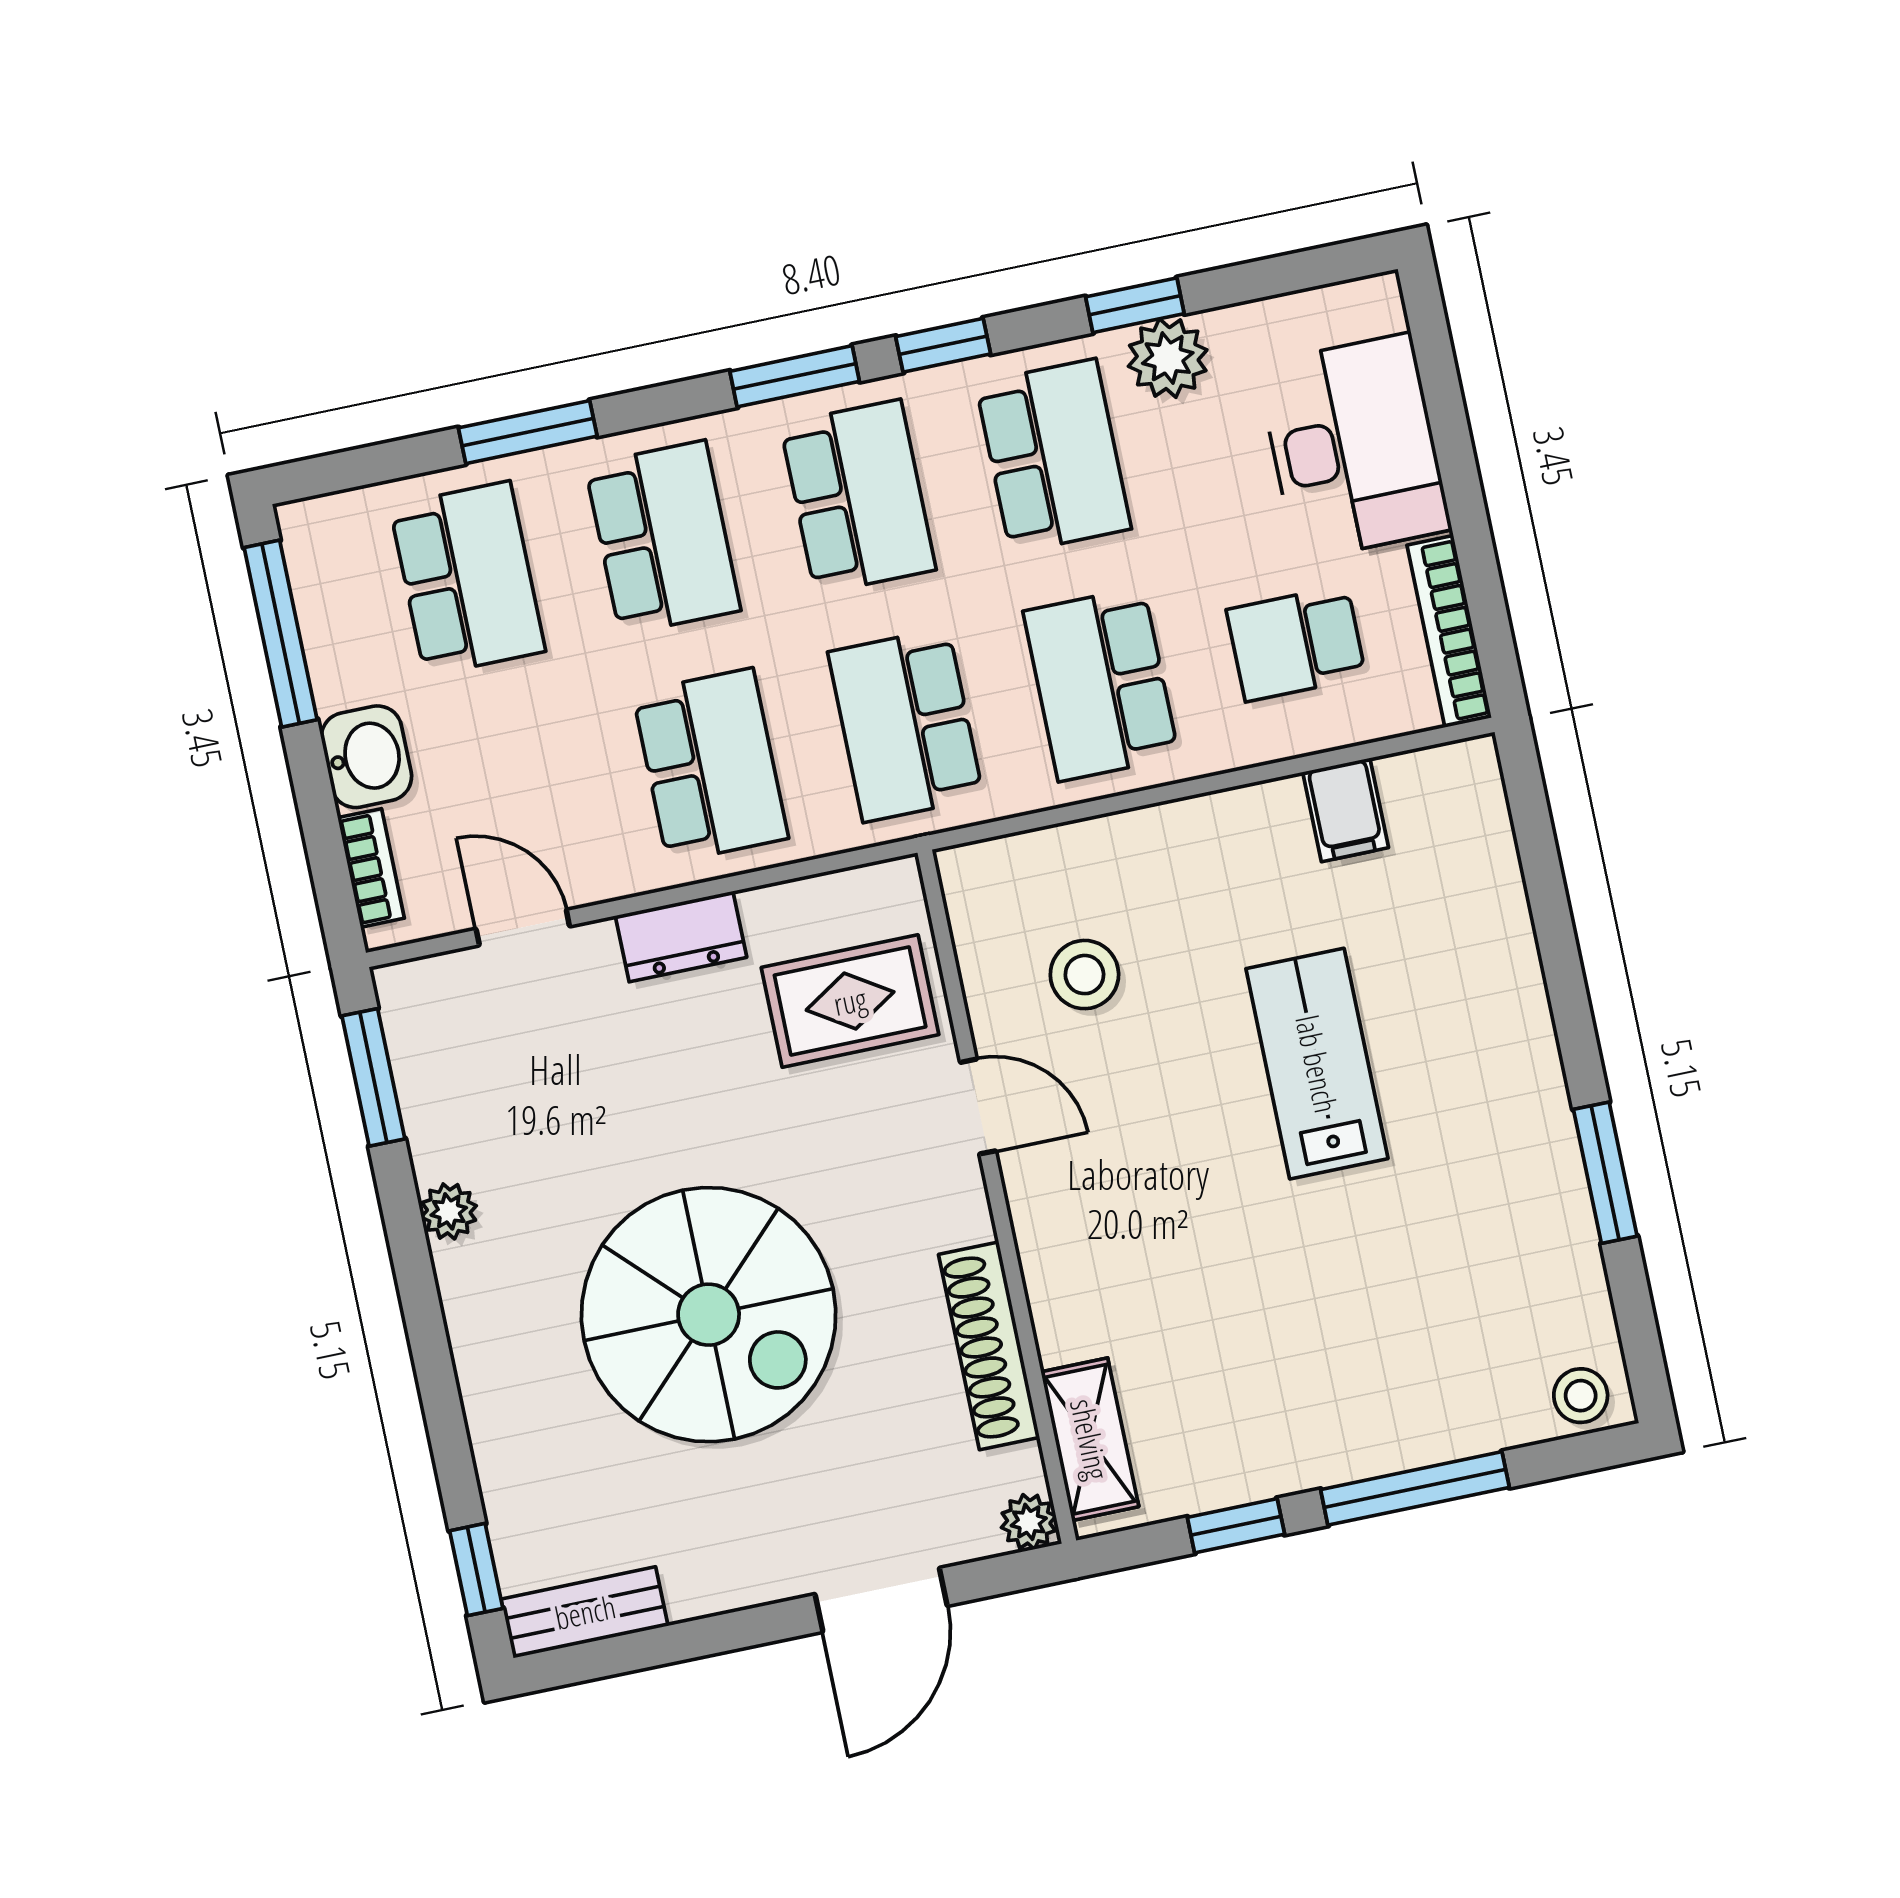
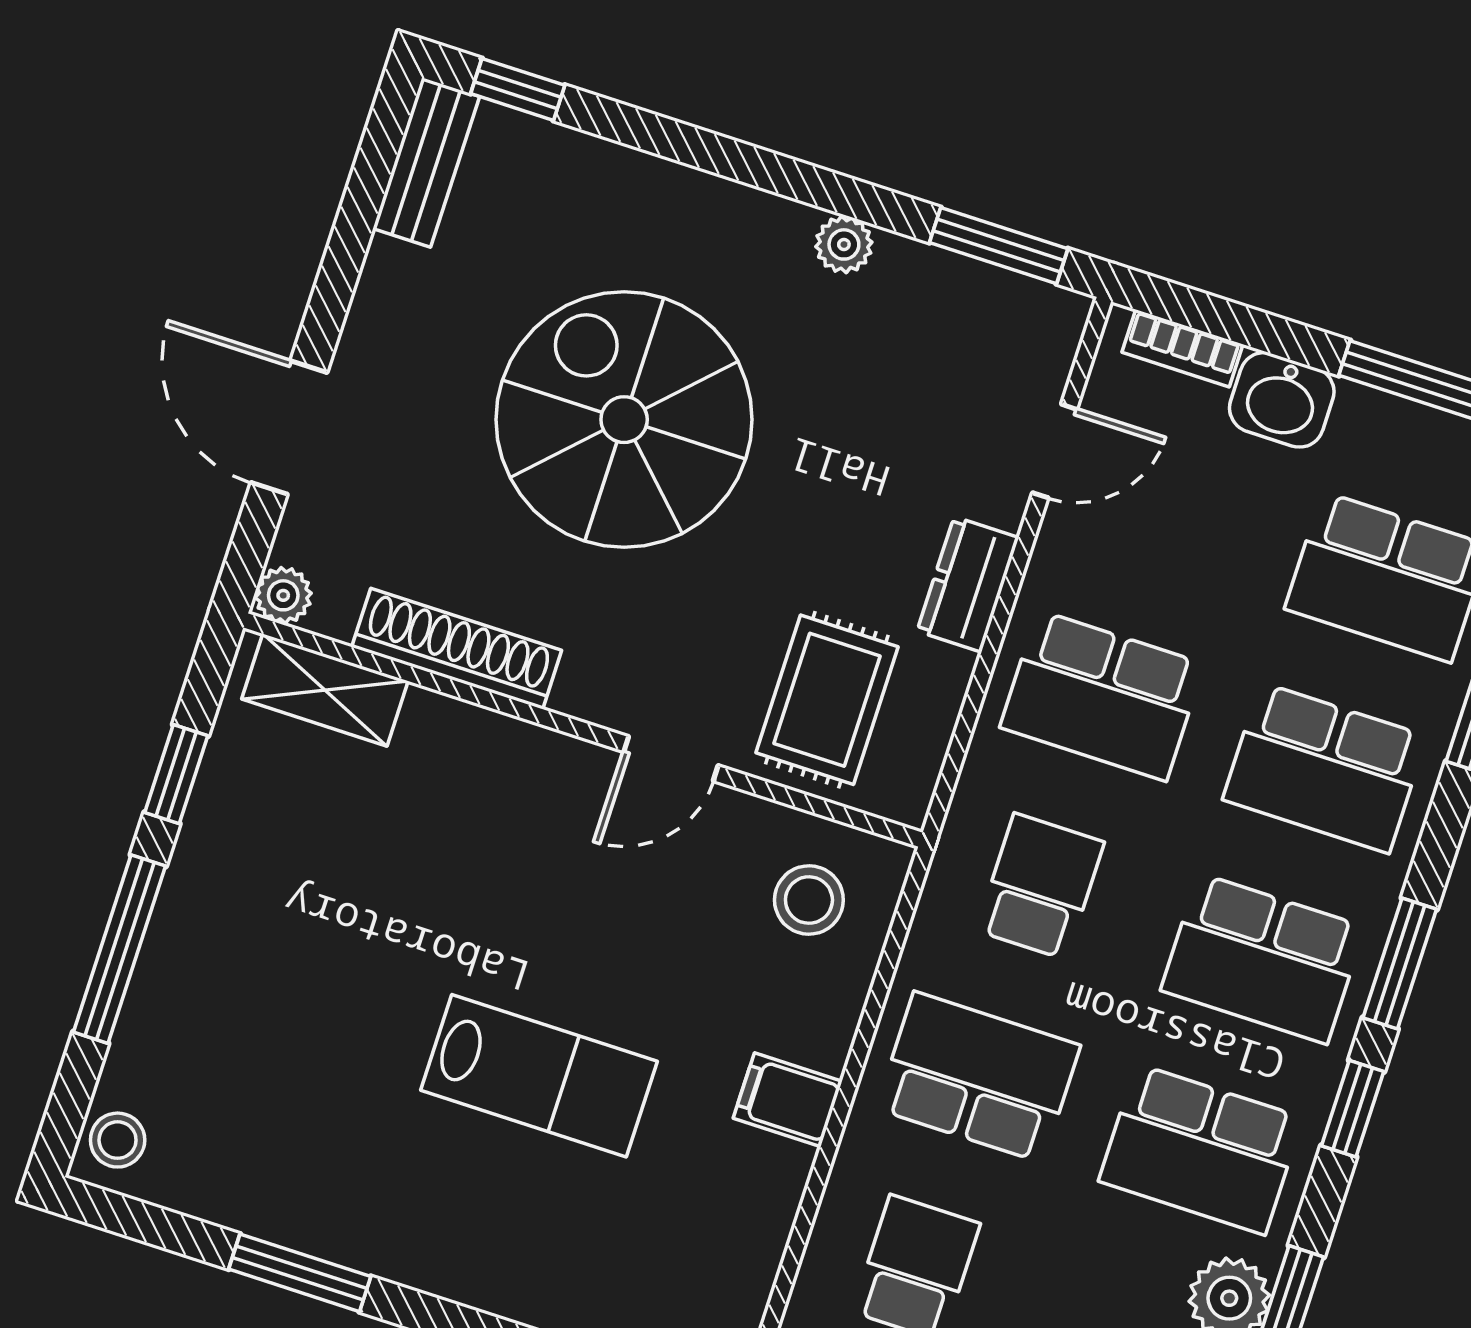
school desk: (906, 725) -> (1040, 886), width x0.54
filing cabinet: (1346, 810) -> (788, 1100), moved
stool: (1084, 975) -> (809, 900), moved
spiral stairs: (709, 1315) -> (624, 420), turned 90

